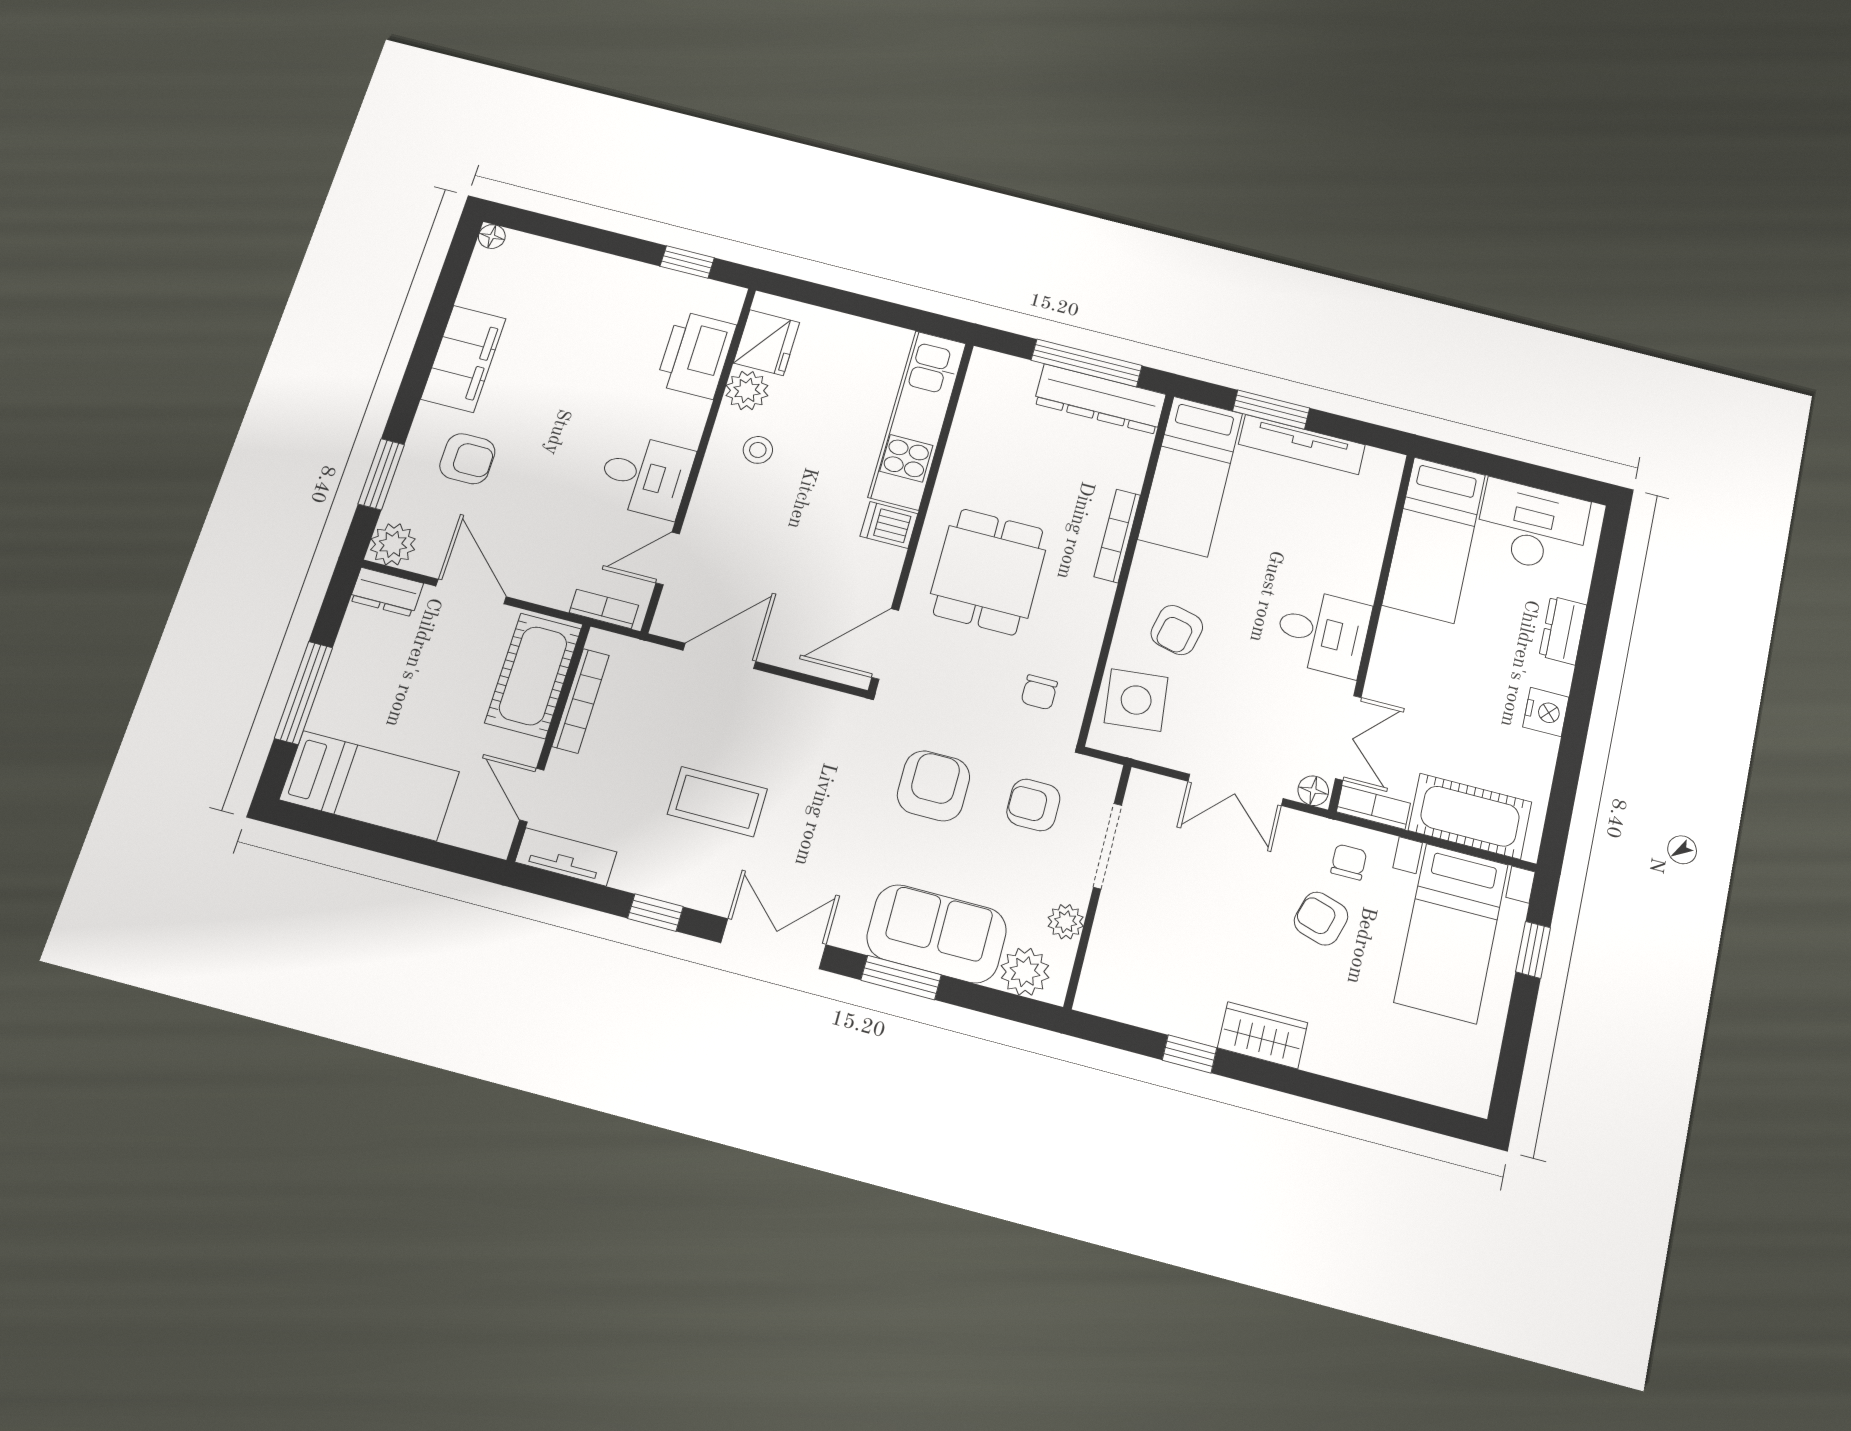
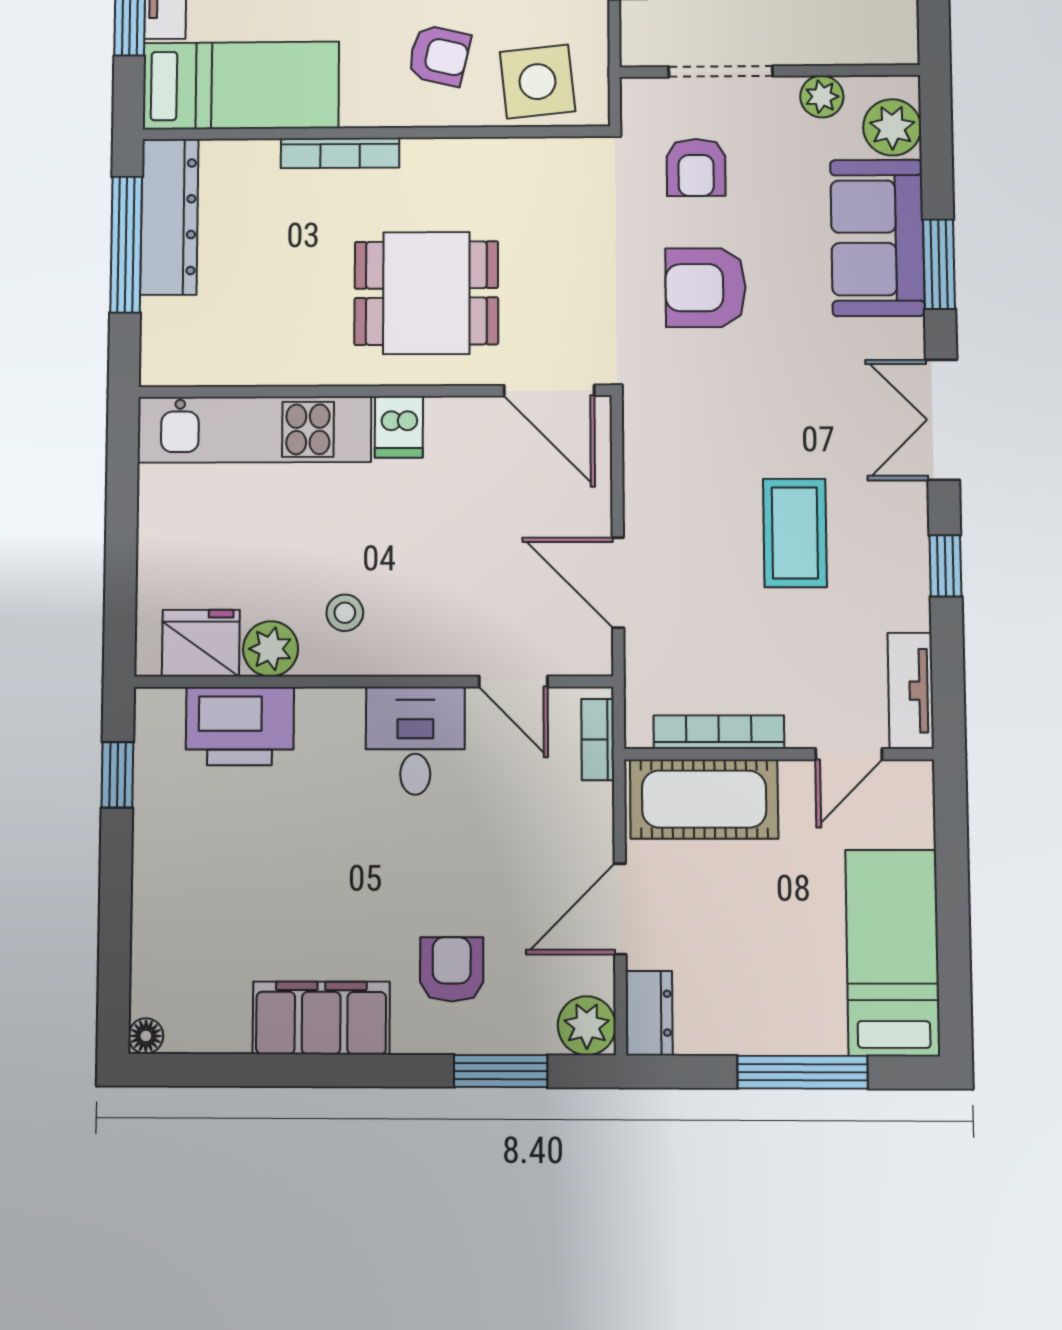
chair: (1039, 692) -> (559, 195), removed

